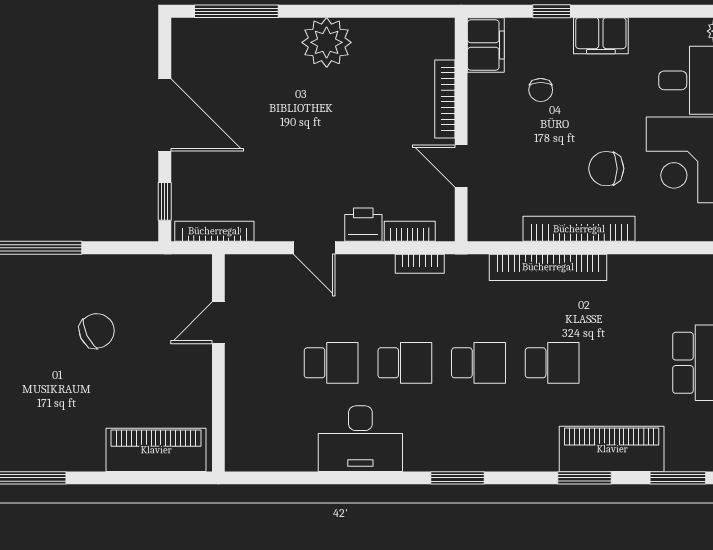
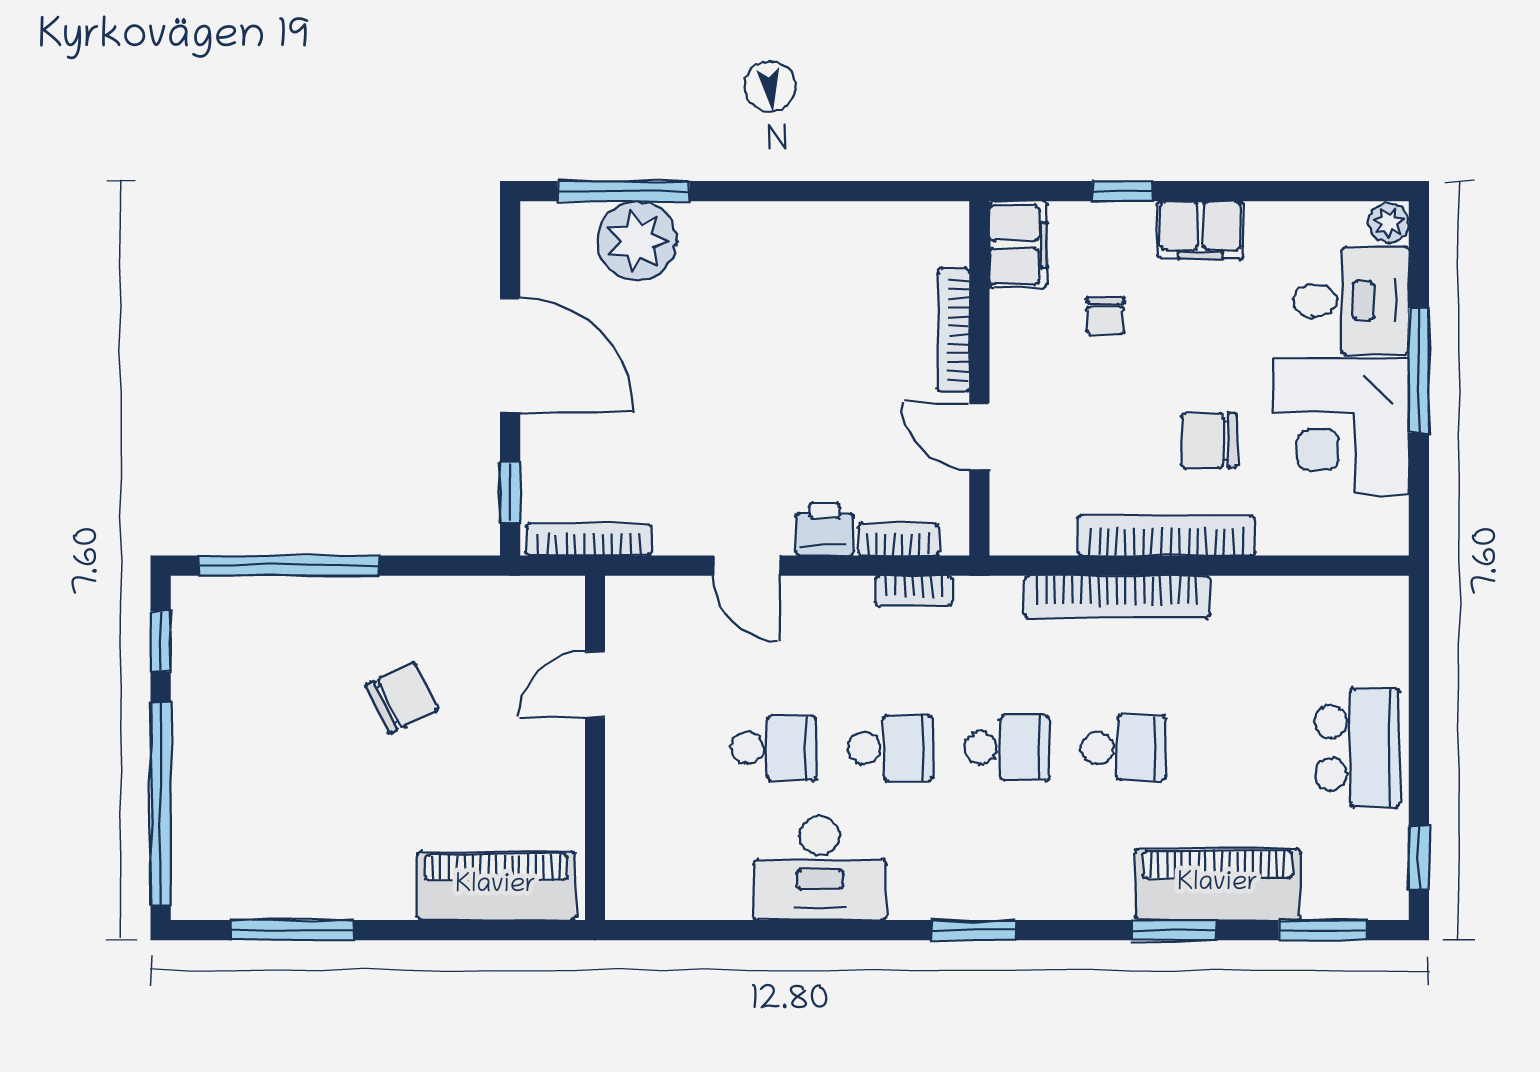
plant: (327, 42) -> (637, 241), moved

